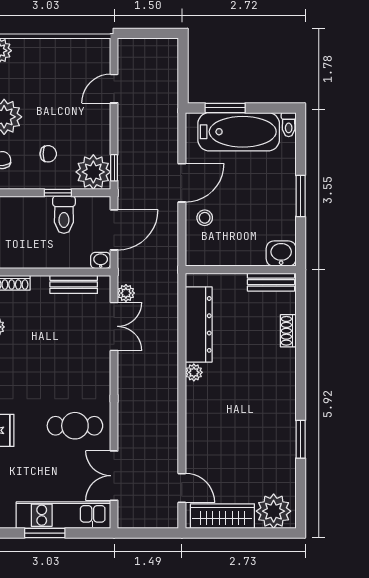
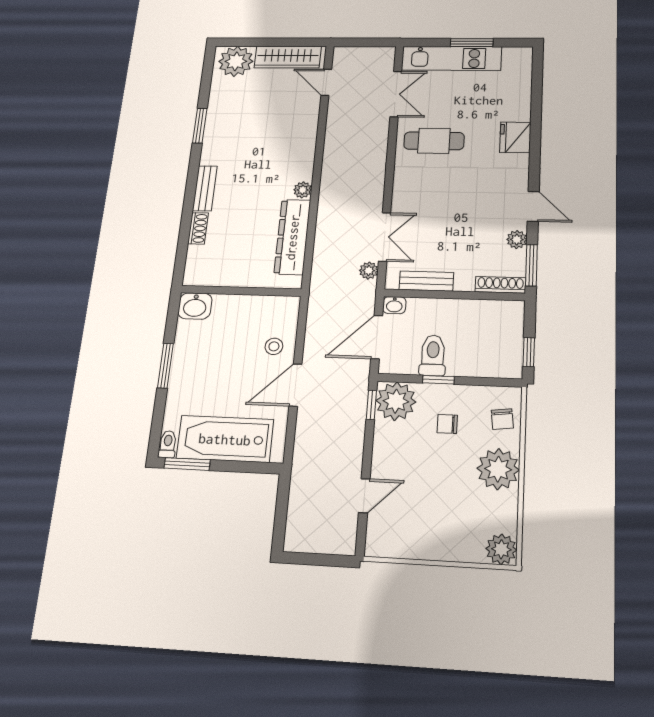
window: (225, 108) -> (187, 464), moved
bench: (271, 282) -> (205, 188), moved, turned 90
double door: (114, 326) -> (385, 237), swing flipped

